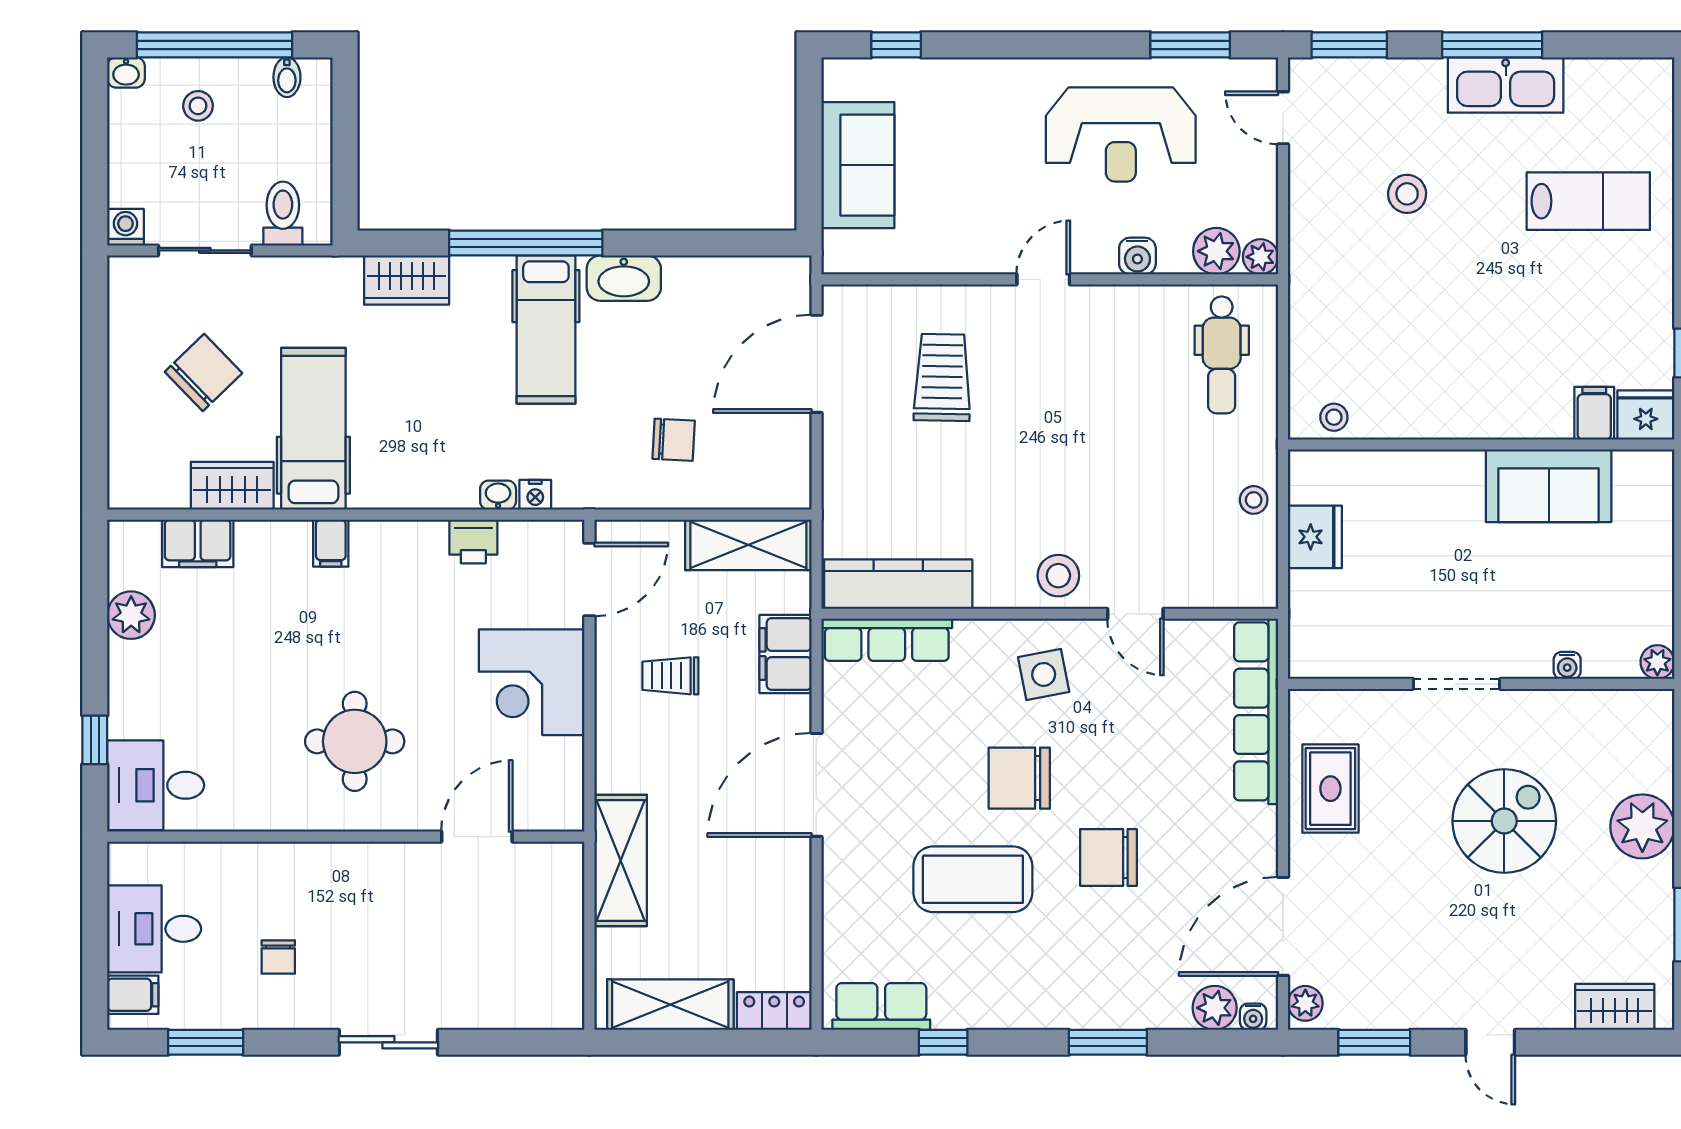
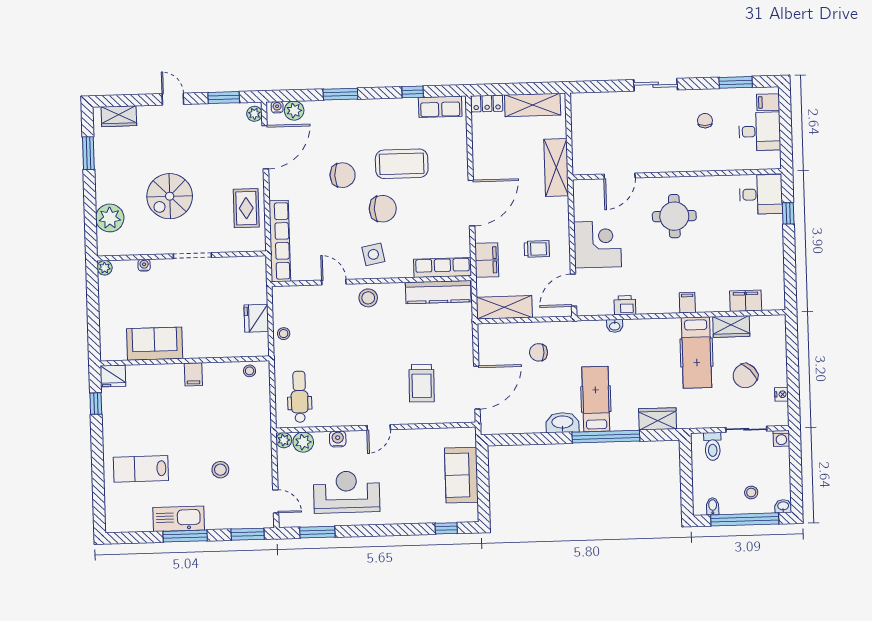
filing cabinet: (1594, 413) -> (193, 374), moved
nightstand: (535, 495) -> (781, 394), moved, turned 90
plant: (131, 615) -> (774, 269), removed
plant: (1642, 826) -> (110, 218), moved

